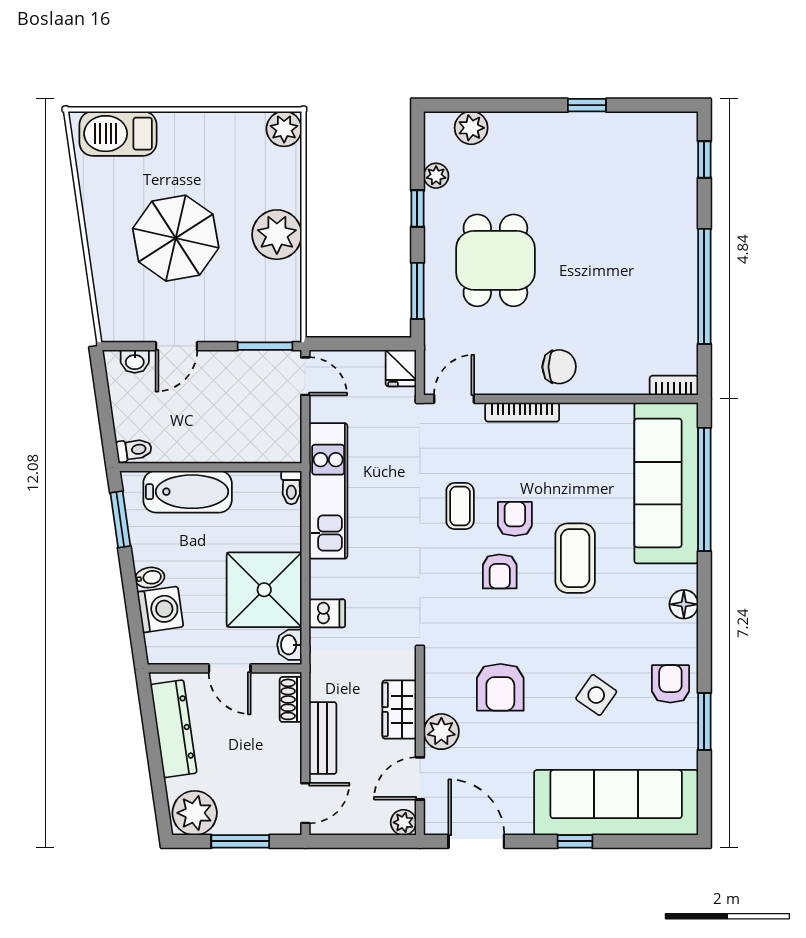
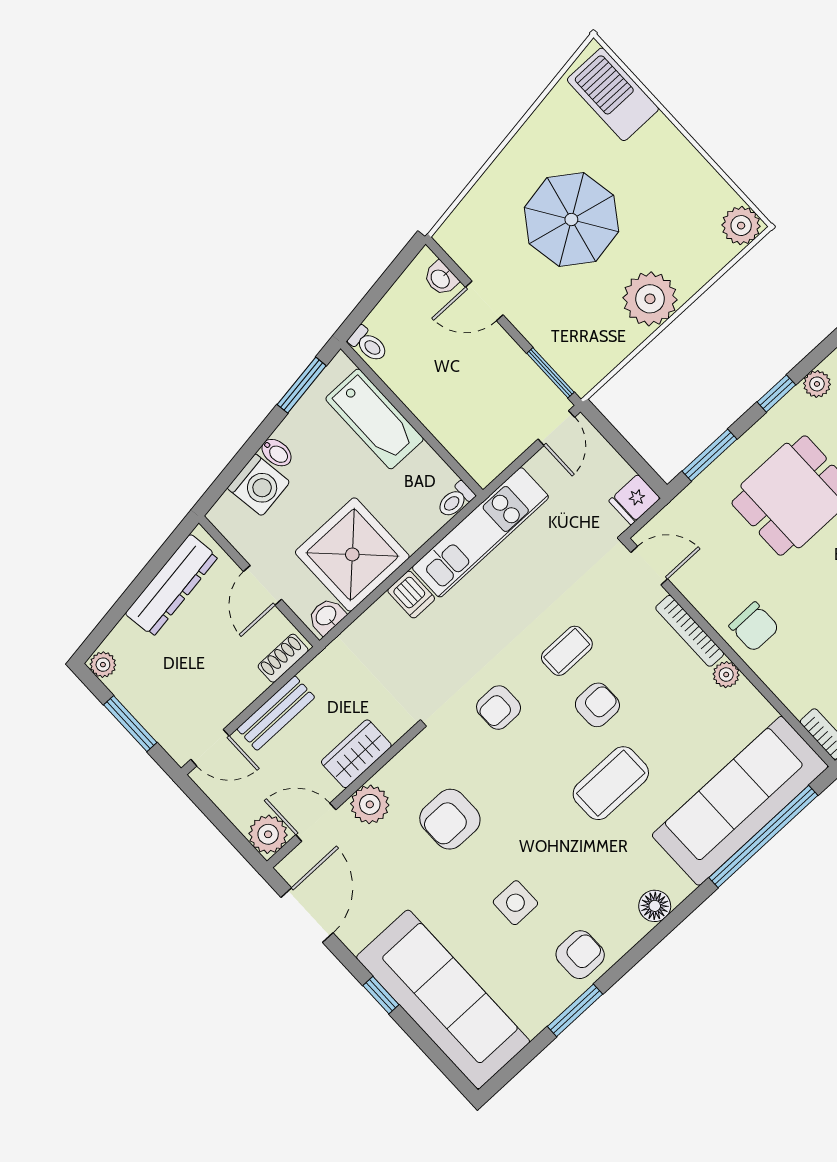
plant: (574, 415) -> (726, 675), added
armchair: (500, 571) -> (499, 708), moved
dishwasher: (327, 613) -> (411, 595), moved
side table: (596, 695) -> (515, 903), turned -35
plant: (195, 813) -> (103, 665), width x0.53, depth x0.53
plant: (403, 822) -> (268, 834), width x1.38, depth x1.38

